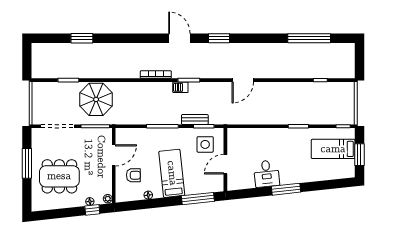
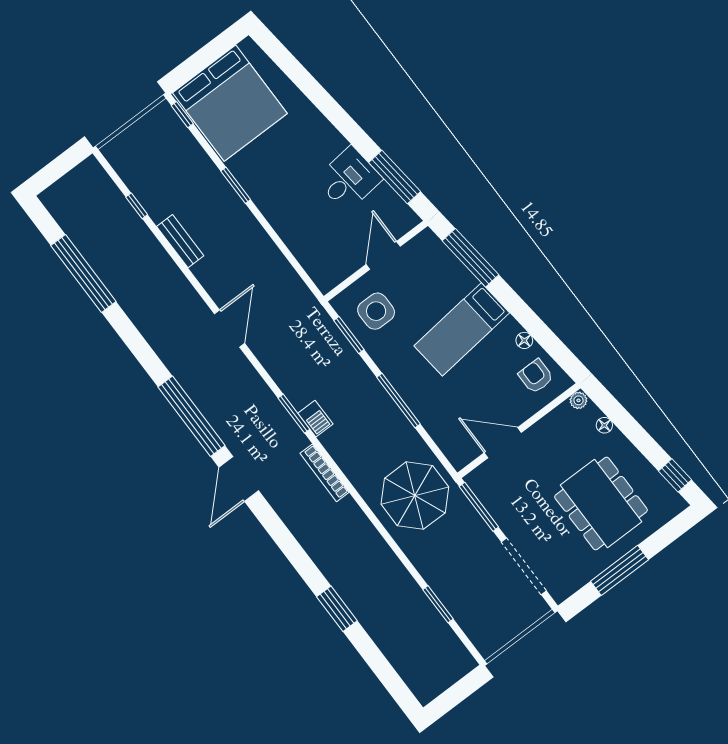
window: (82, 38) -> (337, 609), moved
window: (219, 38) -> (191, 416), width x2.11
door: (243, 80) -> (229, 328), hinge flipped
parasol: (96, 99) -> (415, 496), moved
bench: (195, 119) -> (180, 241), moved
bed: (333, 149) -> (230, 103), width x2.04
window: (359, 155) -> (208, 55), removed
door: (225, 164) -> (383, 255), swing flipped
armchair: (133, 175) -> (536, 376), moved
window: (286, 189) -> (395, 177), moved
window: (92, 210) -> (675, 475), moved

